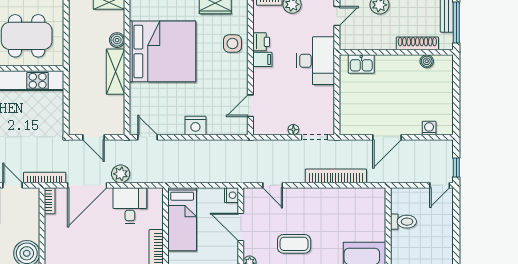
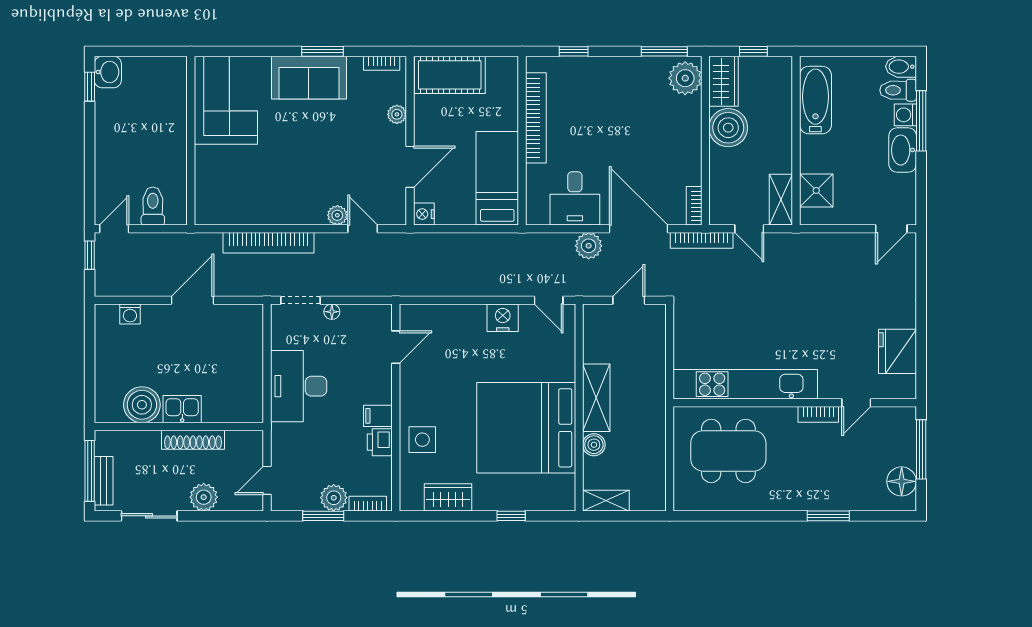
shoe rack: (417, 43) -> (193, 440), moved
desk: (316, 61) -> (299, 386), moved
boiler: (427, 61) -> (142, 405), width x1.86, depth x1.86
kitchen sink: (361, 64) -> (182, 409), moved
nightstand: (195, 125) -> (503, 318), moved
door: (94, 137) -> (629, 300), hinge flipped
door: (87, 185) -> (638, 229), hinge flipped
plant: (290, 194) -> (337, 215), added
toilet: (403, 222) -> (153, 206), moved, turned 90
door: (241, 227) -> (410, 167), hinge flipped
coffee table: (294, 244) -> (331, 142), removed

